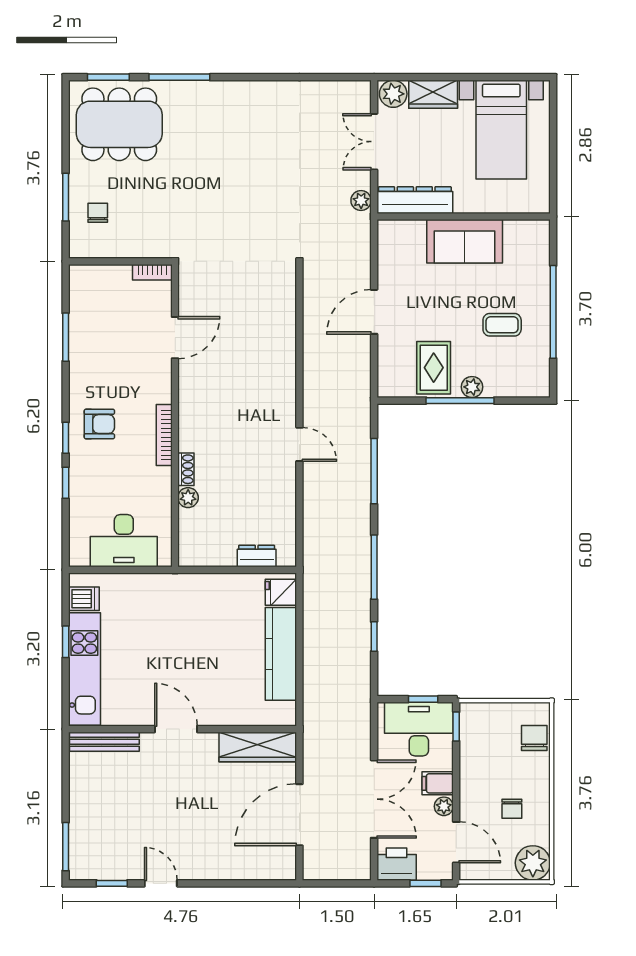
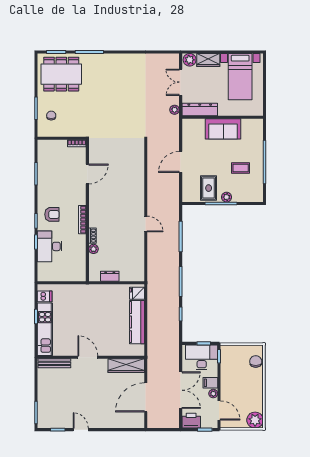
desk: (124, 541) -> (50, 246), moved, turned 90
dresser: (257, 556) -> (110, 276), moved
chair: (512, 809) -> (245, 395), removed

